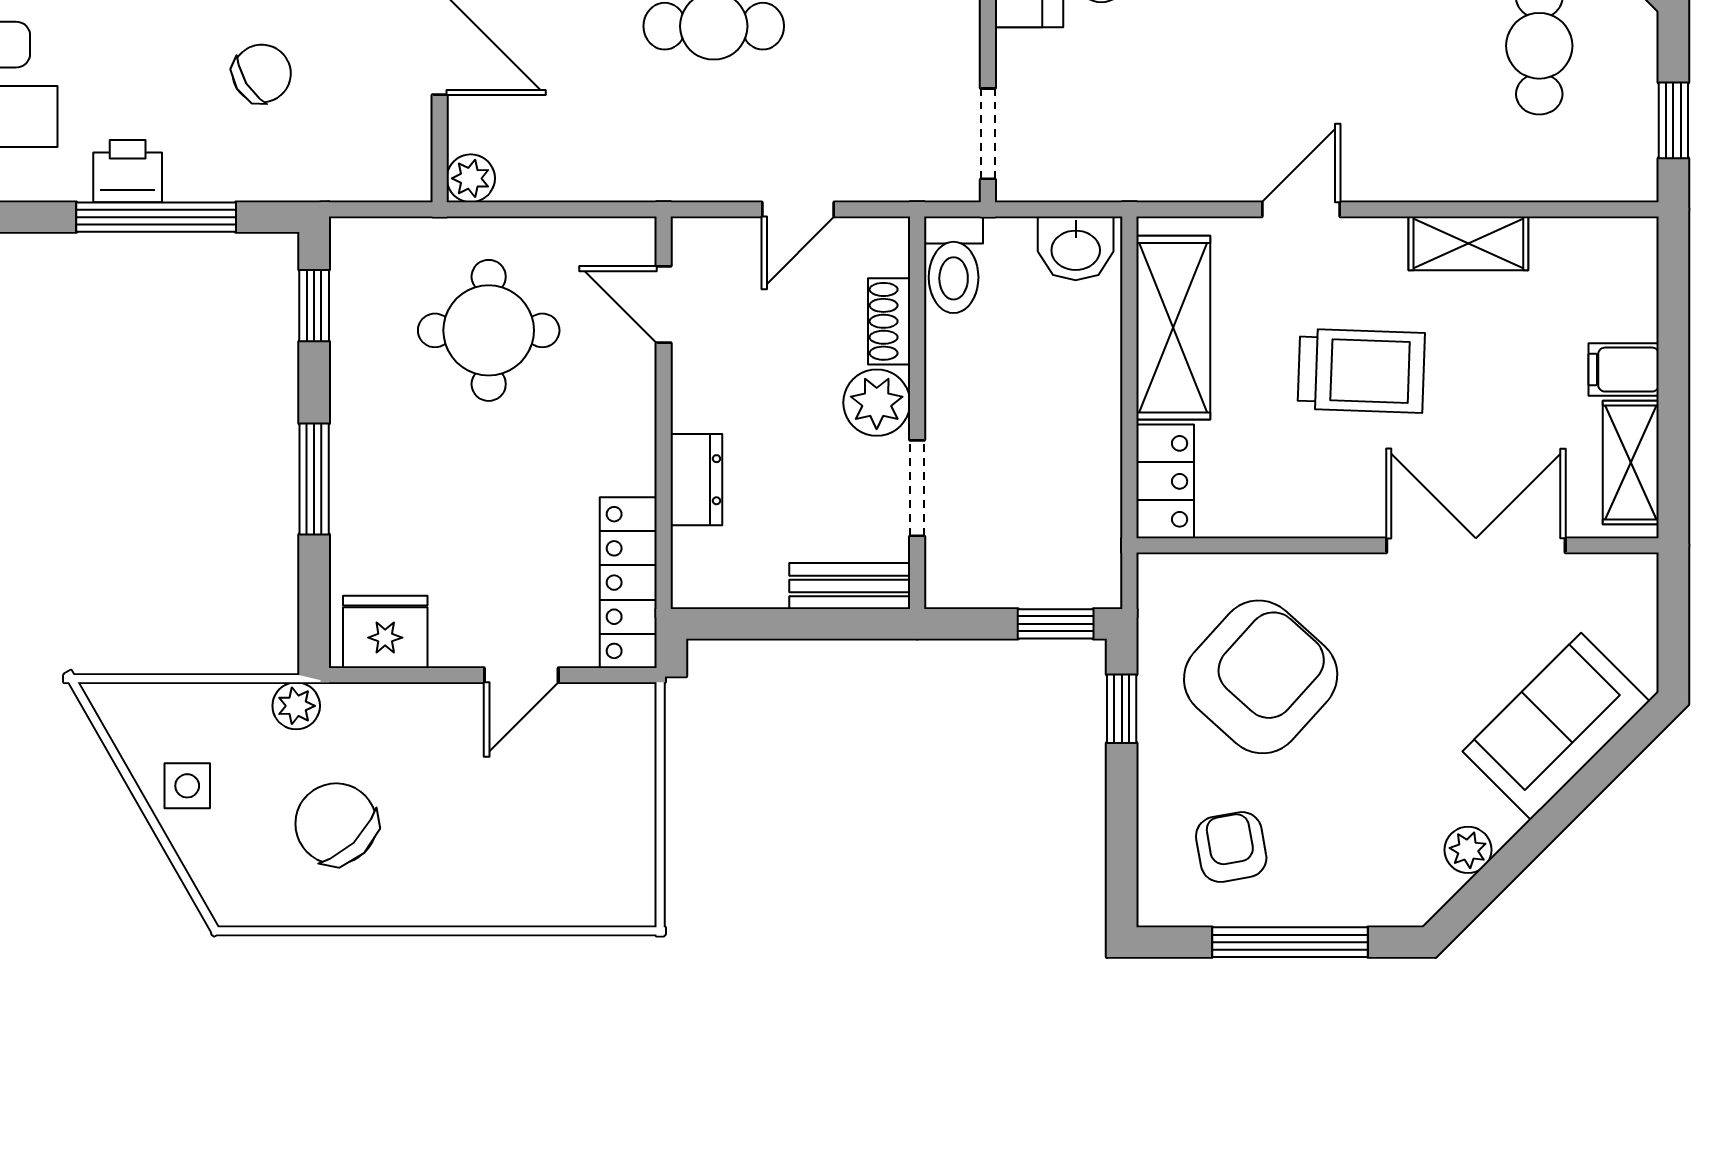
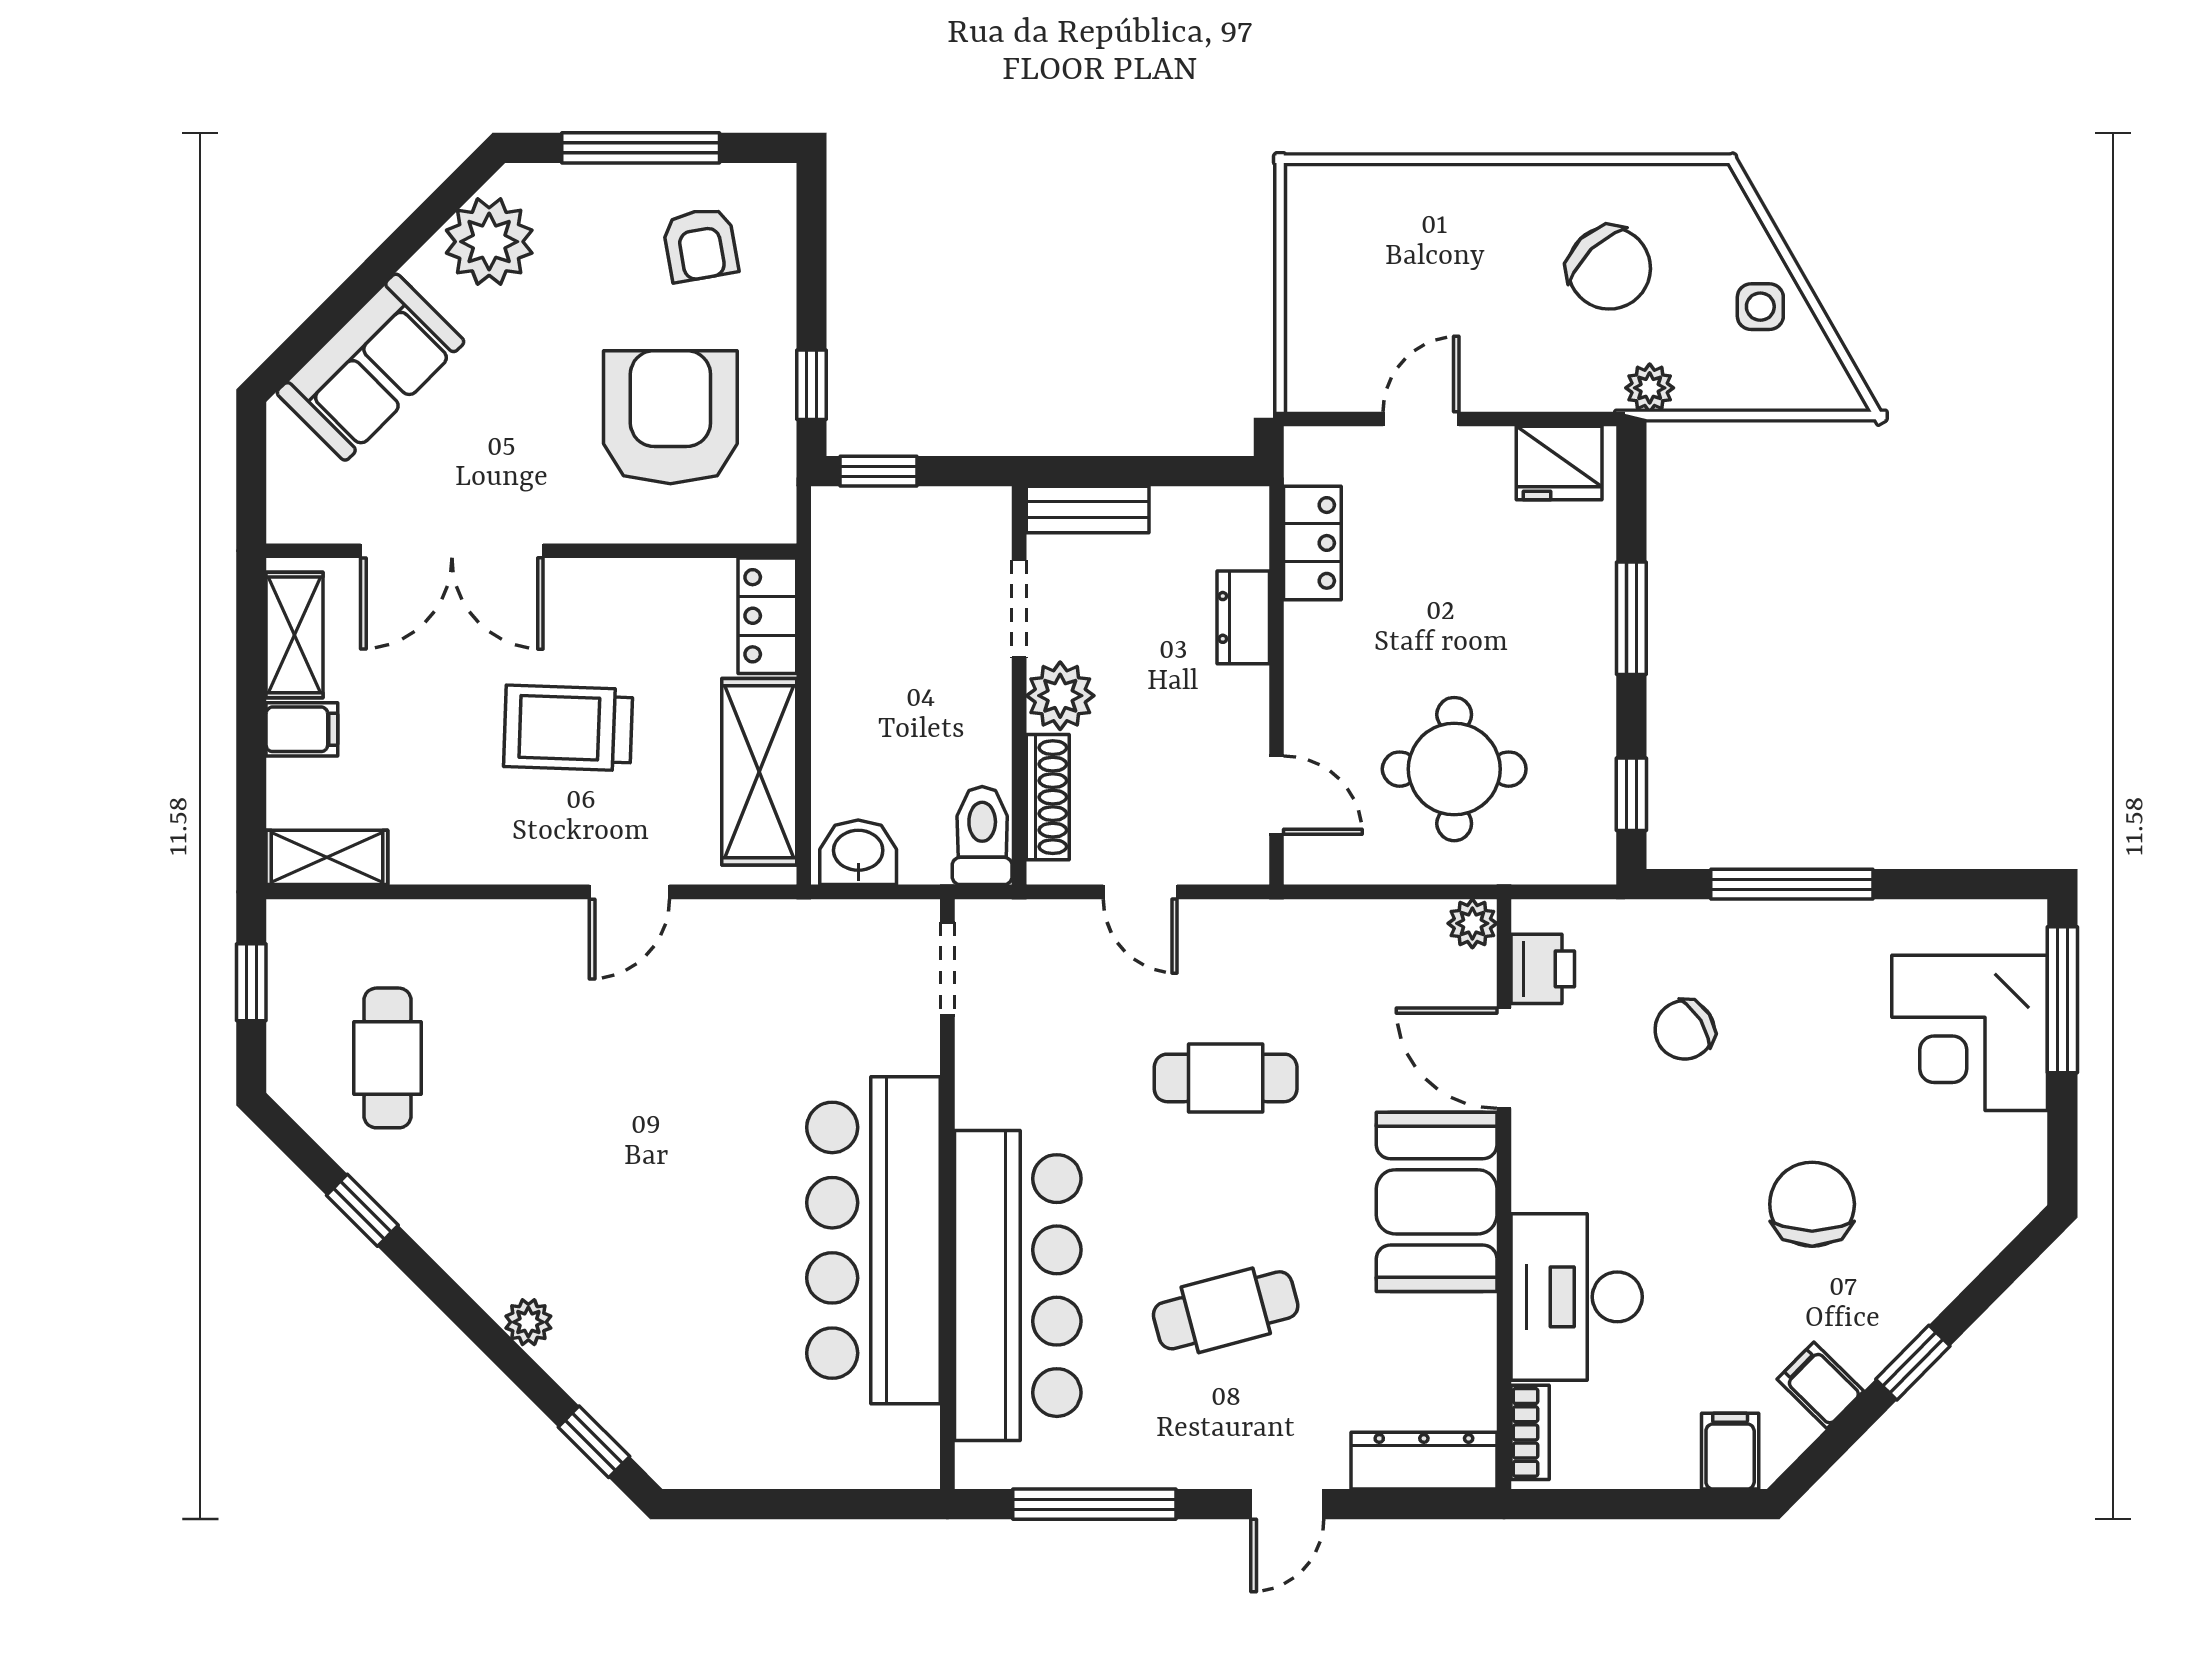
printer: (128, 171) -> (1543, 969), moved, turned -90
door: (798, 209) -> (1140, 892), swing flipped
shelving: (1468, 243) -> (327, 857), moved
shoe rack: (889, 321) -> (1048, 797), width x1.43
locker: (628, 583) -> (1312, 543), width x0.66
armchair: (1261, 677) -> (670, 417), turned 138
plant: (1468, 850) -> (489, 242), width x1.88, depth x1.88

